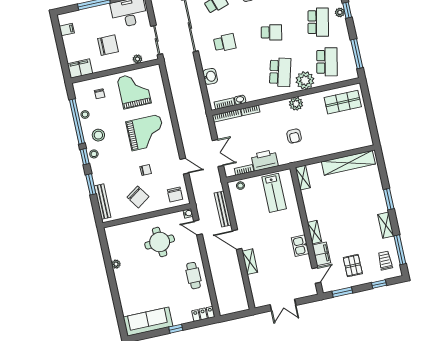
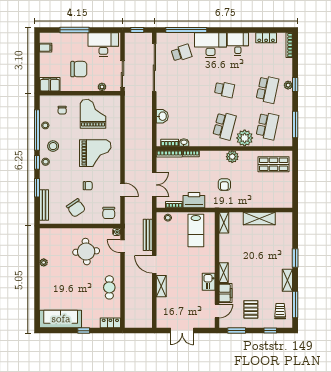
school desk: (225, 43) -> (182, 89), removed
shelving: (348, 163) -> (259, 219), width x0.68

